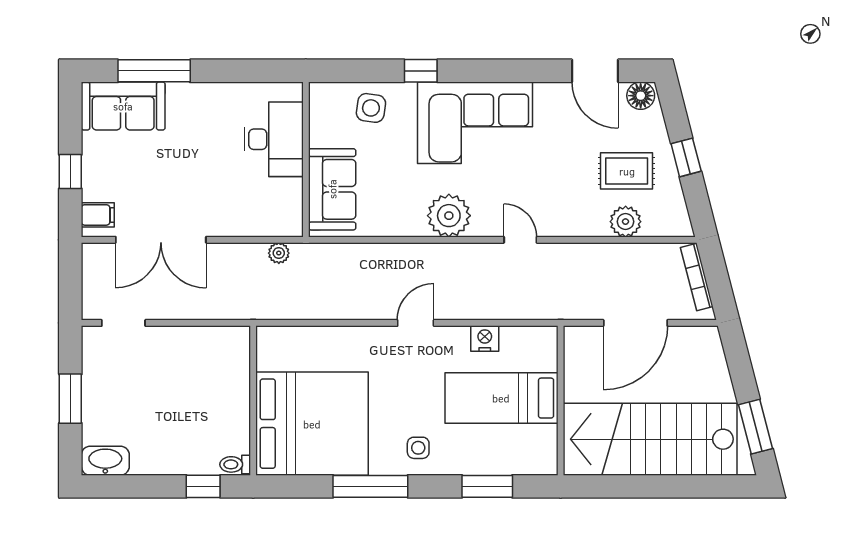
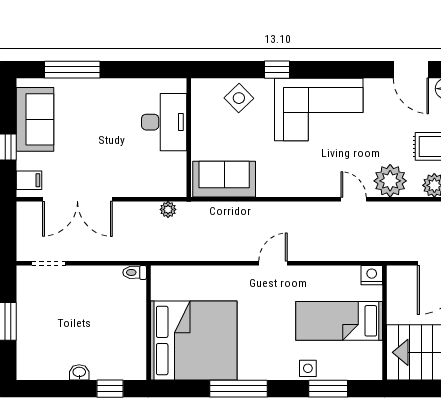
sofa: (123, 106) -> (35, 119), moved, turned -90
side table: (371, 108) -> (239, 98), turned 38
sofa: (332, 189) -> (224, 179), moved, turned -90
plant: (449, 216) -> (390, 181), moved
nightstand: (485, 338) -> (372, 275), moved
side table: (418, 448) -> (308, 368), moved
washbasin: (105, 461) -> (79, 372), moved, width x0.52, depth x0.69
toilet: (235, 464) -> (135, 272), moved

